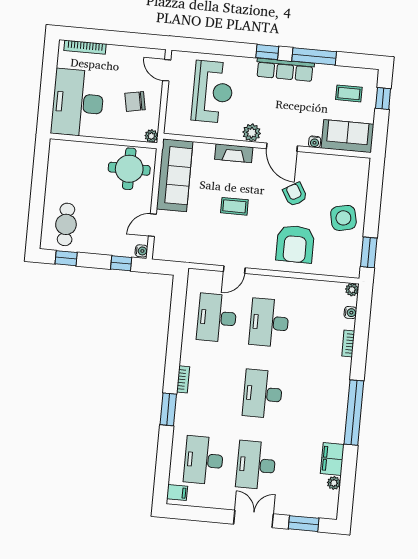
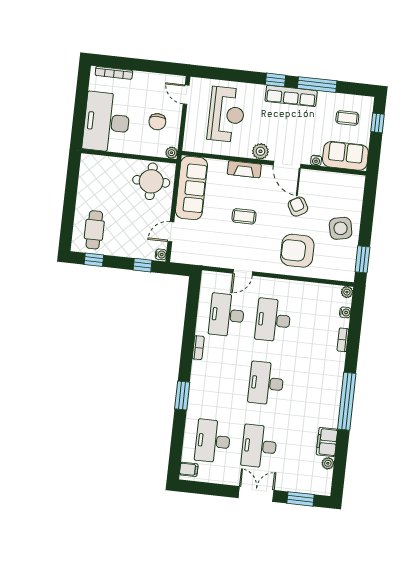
chair: (135, 101) -> (157, 122), turned -79
armchair: (295, 244) -> (297, 251), turned 90
bookcase: (183, 379) -> (198, 348), moved

